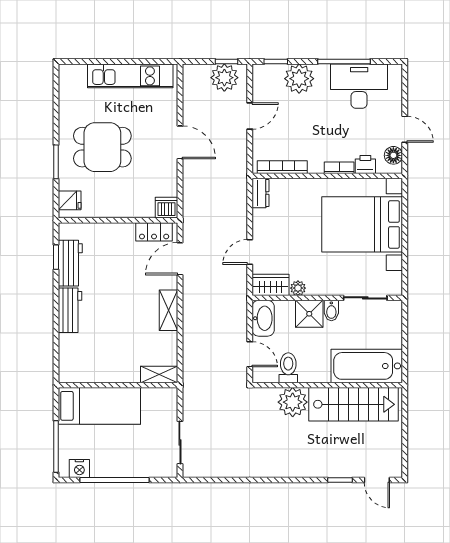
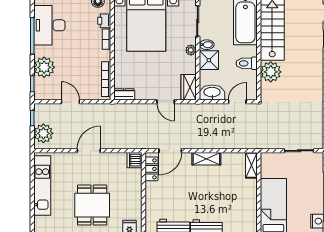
plant: (224, 78) -> (43, 133), moved
door: (180, 259) -> (170, 151), hinge flipped
plant: (298, 288) -> (191, 50), moved
toilet: (288, 368) -> (247, 63), moved

